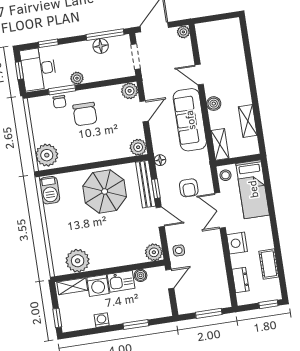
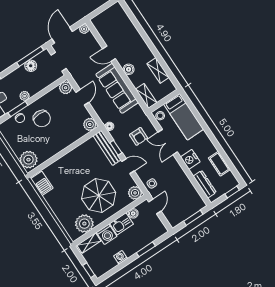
parasol: (105, 191) -> (99, 196), moved
dresser: (241, 280) -> (205, 184), width x1.44

